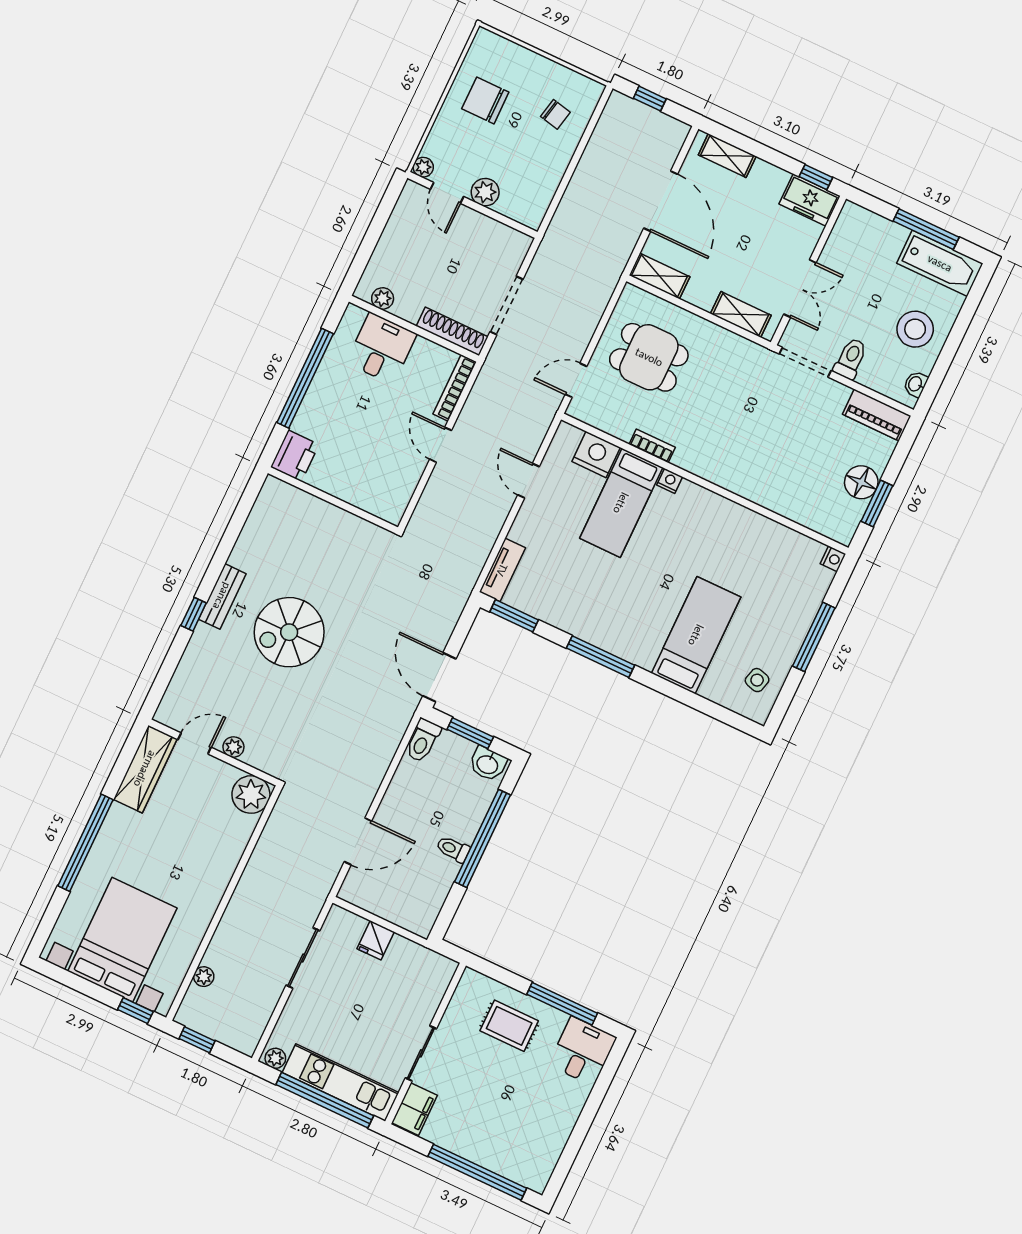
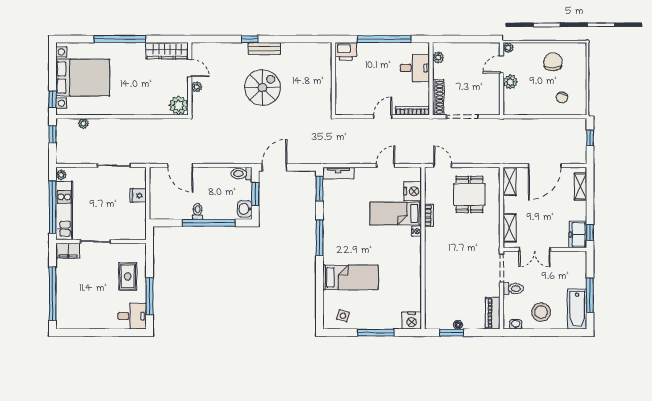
floor lamp: (861, 482) -> (458, 325), width x0.53, depth x0.53
nightstand: (833, 559) -> (412, 321), width x1.89, depth x1.79
spiral stairs: (289, 632) -> (262, 88), turned 90

